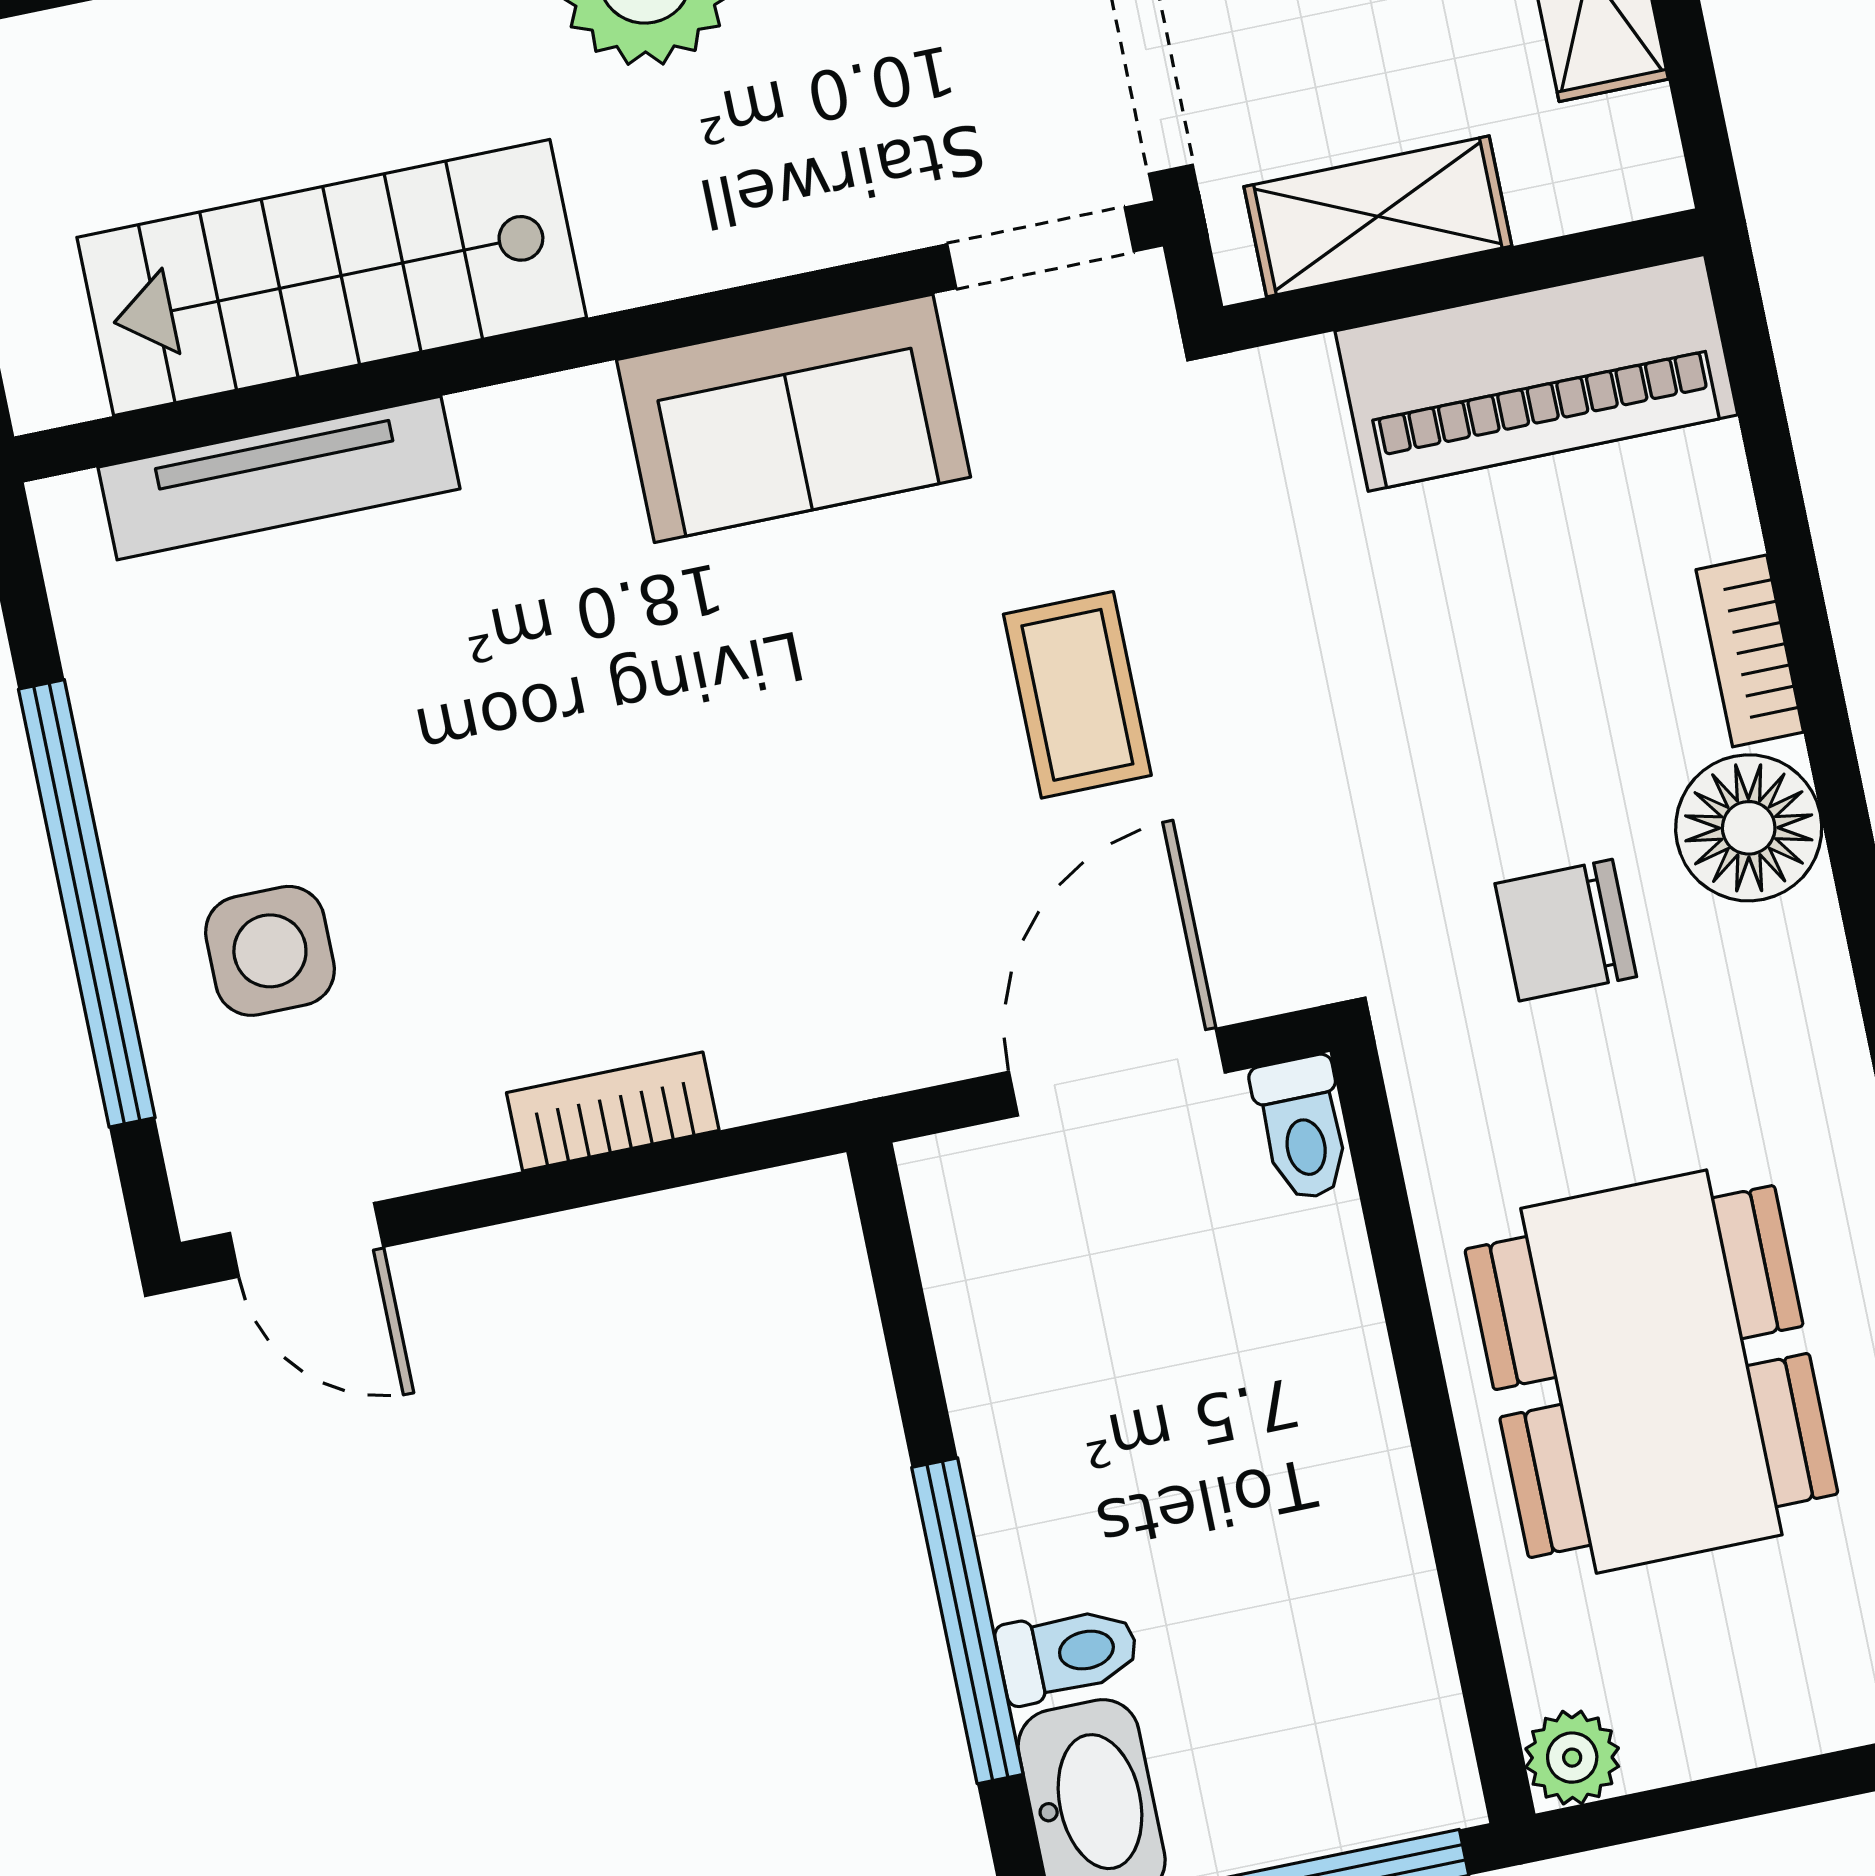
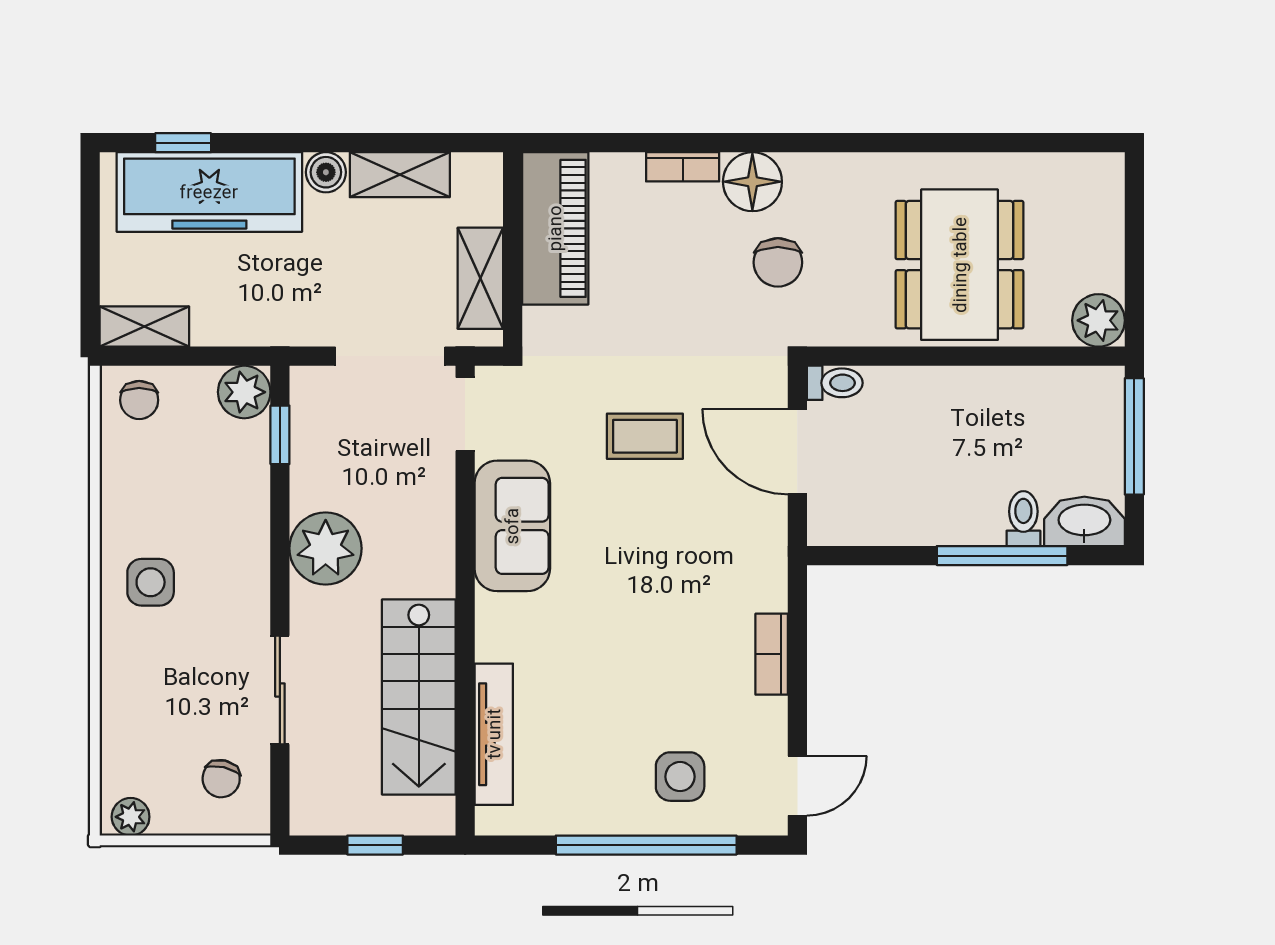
dining table: (1651, 1372) -> (960, 265), turned 90
plant: (1572, 1758) -> (1099, 320), width x1.38, depth x1.38

